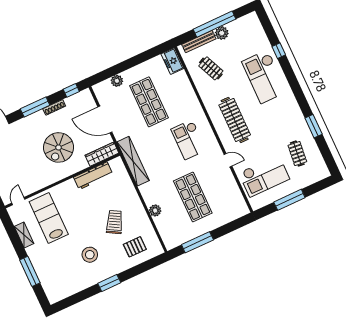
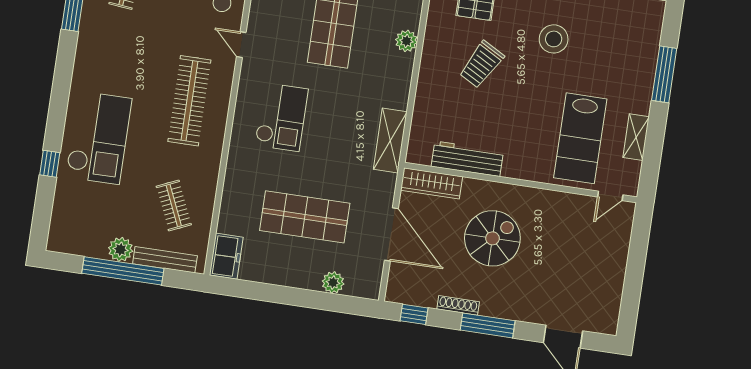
shop shelf: (149, 102) -> (305, 217), turned 90
shelving: (133, 161) -> (390, 140), width x0.68

